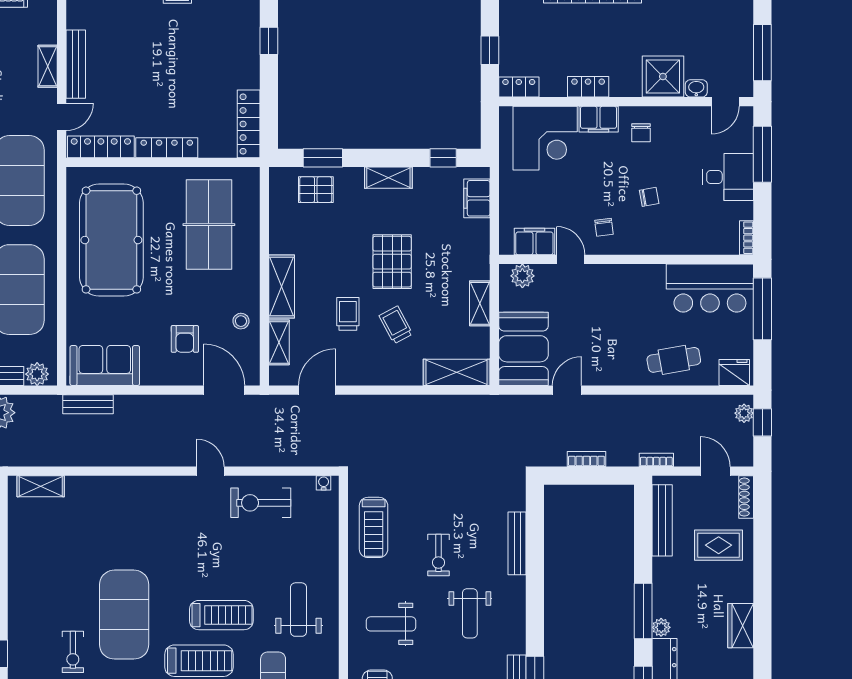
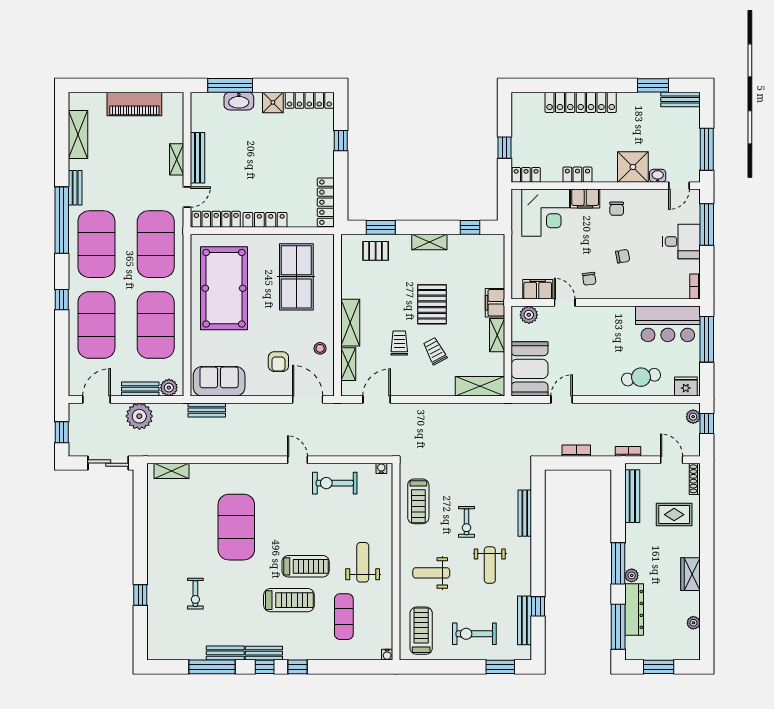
filing cabinet: (477, 198) -> (495, 303), moved
exercise mat: (124, 615) -> (236, 527), moved

